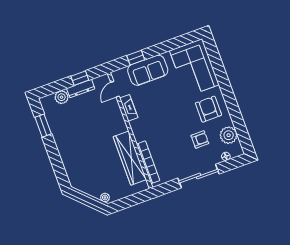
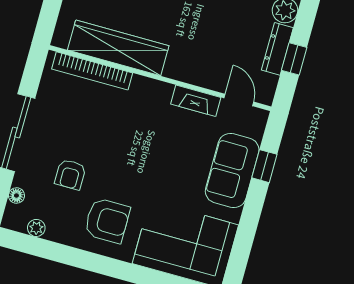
plant: (229, 135) -> (36, 228), width x0.53, depth x0.53

